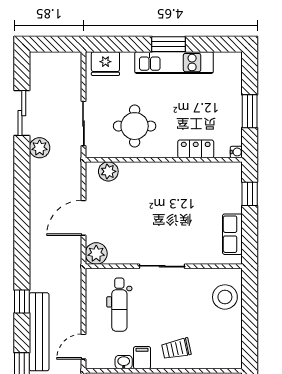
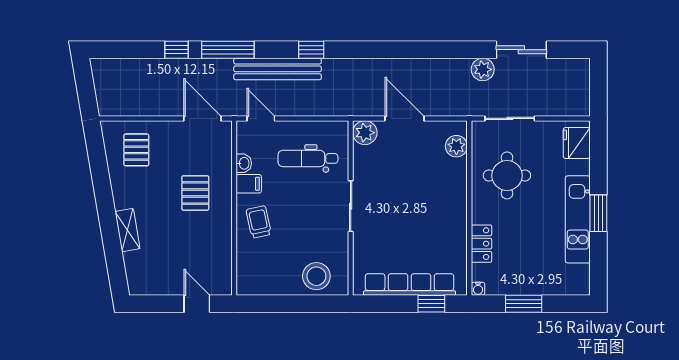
row of seats: (232, 234) -> (410, 285), width x2.02

